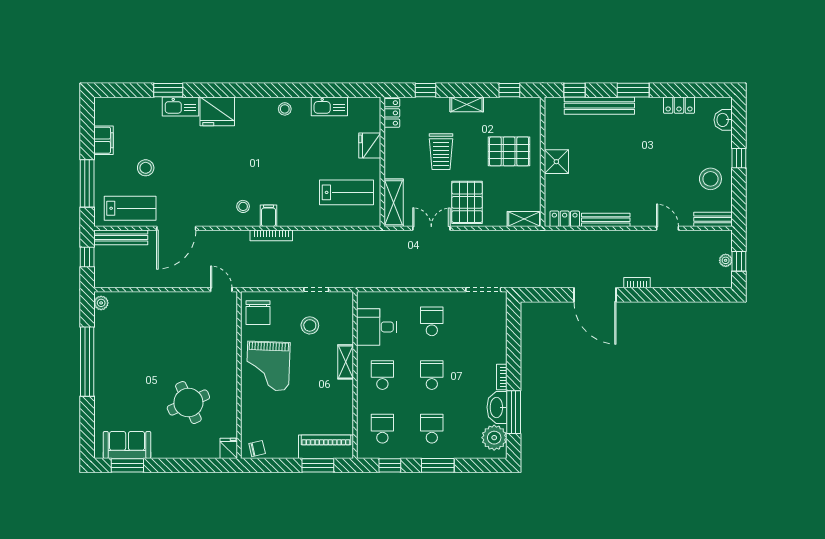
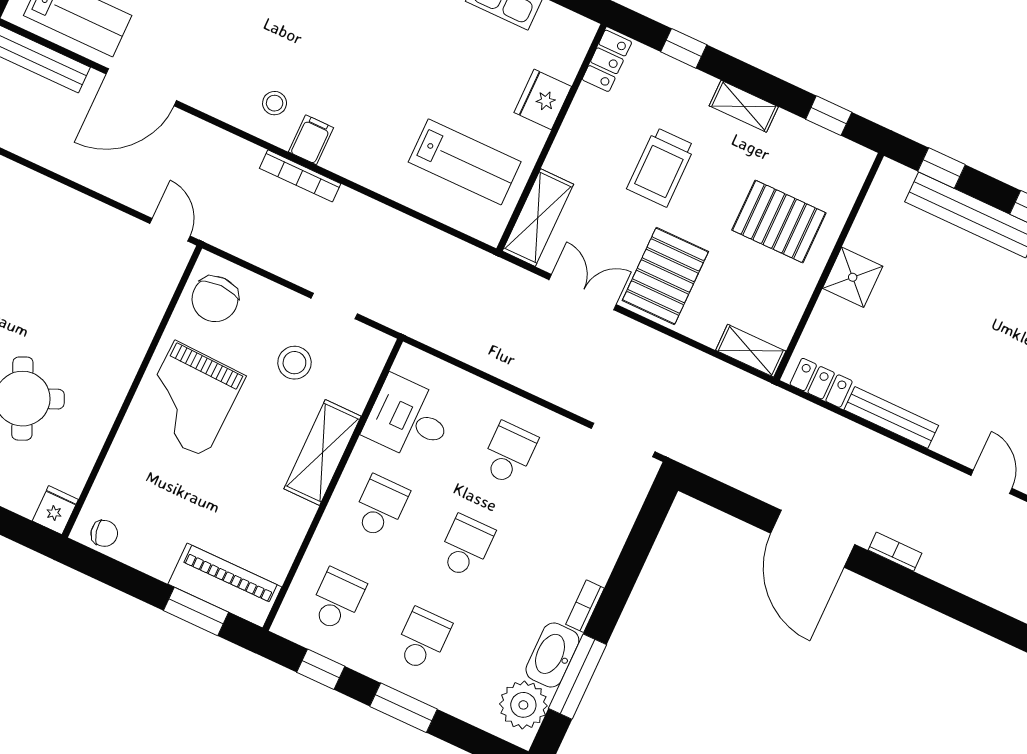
shelving: (346, 362) -> (322, 453), width x1.50, depth x1.33

